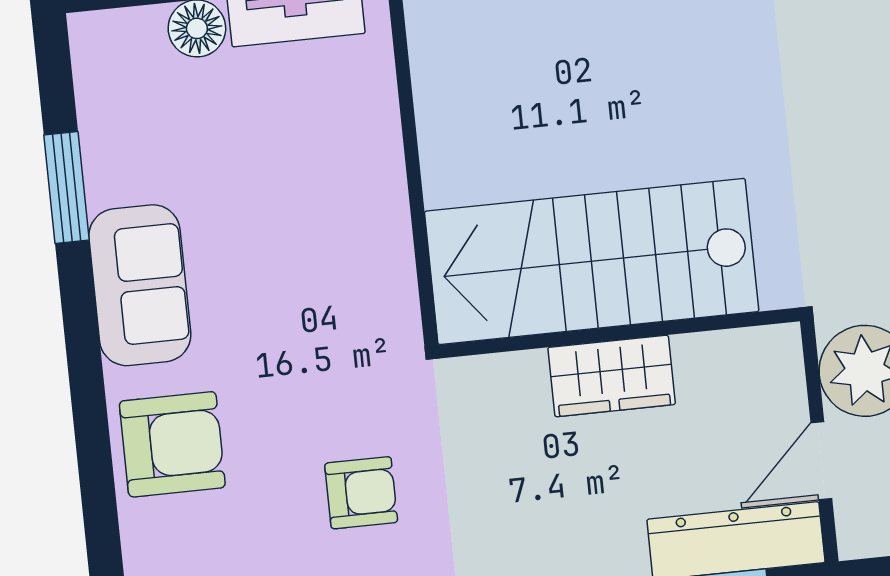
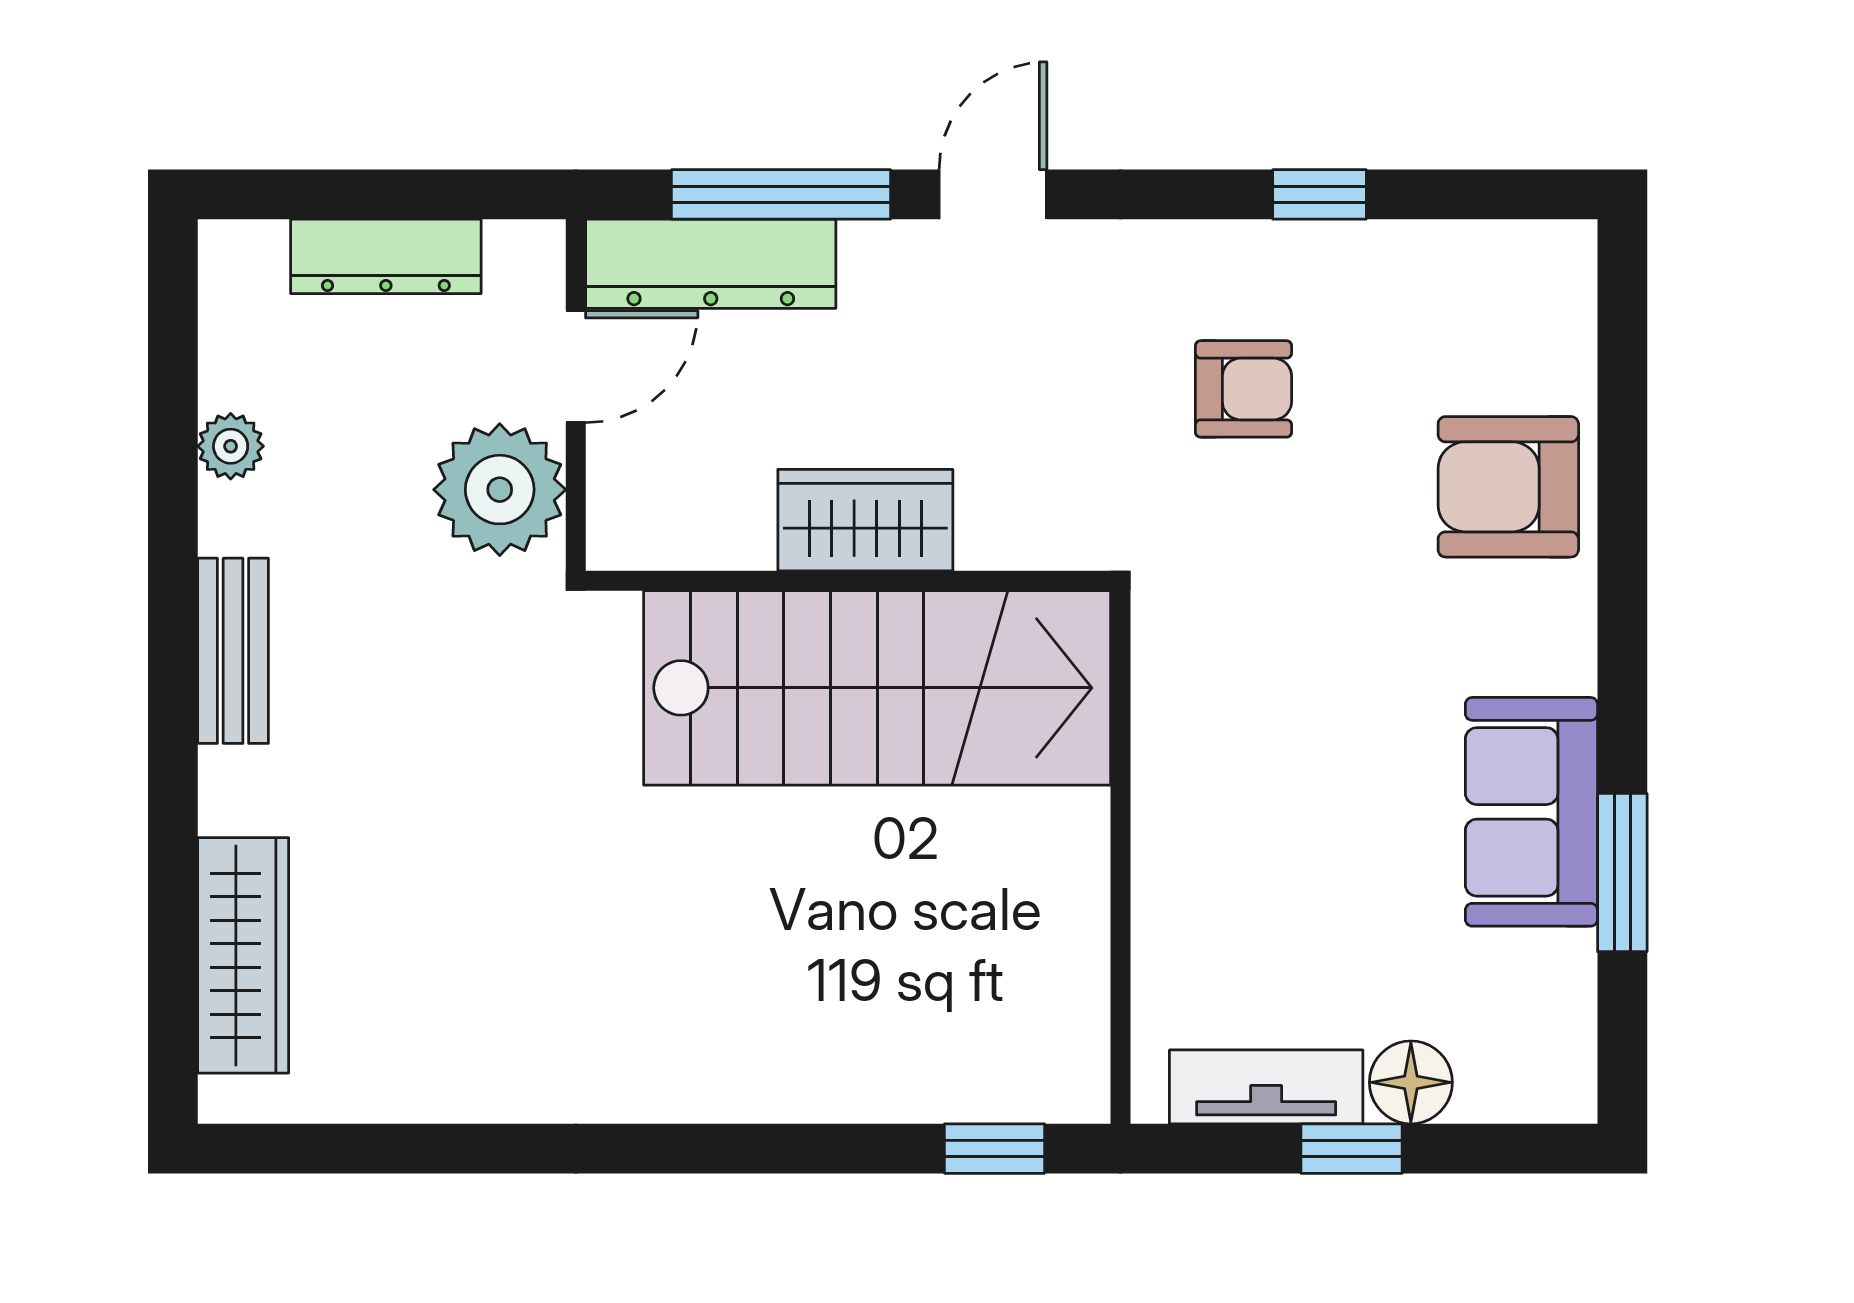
sofa: (140, 285) -> (1531, 812), moved
armchair: (361, 493) -> (1243, 389), turned 180

